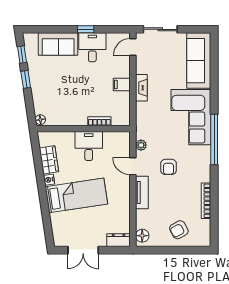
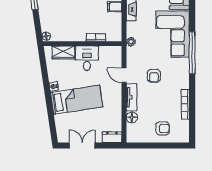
plant: (141, 145) -> (131, 42), moved
wardrobe: (49, 160) -> (63, 52), moved, turned 98
armchair: (179, 230) -> (163, 128), turned -151
floor lamp: (142, 236) -> (132, 117), moved
double door: (83, 250) -> (82, 146), swing flipped

